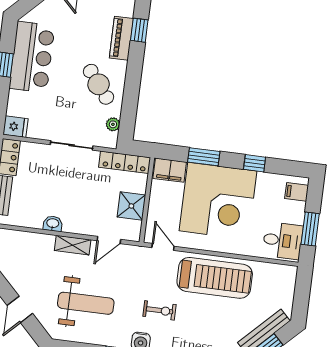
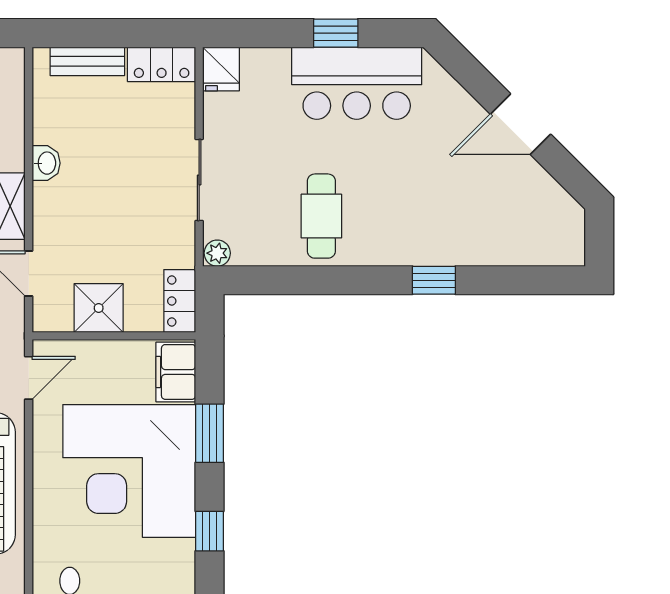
piano: (121, 38) -> (414, 248), removed
cafe table: (99, 84) -> (321, 216), turned -52
plant: (113, 124) -> (217, 253), moved
locker: (125, 162) -> (180, 301), width x0.66

